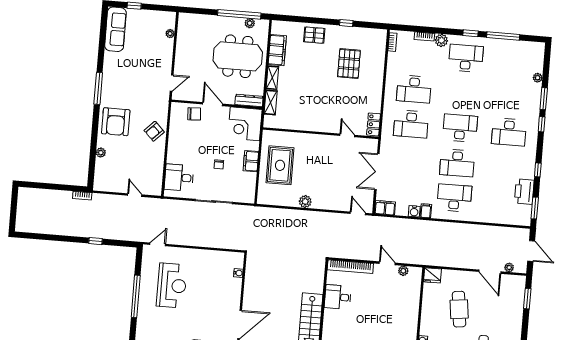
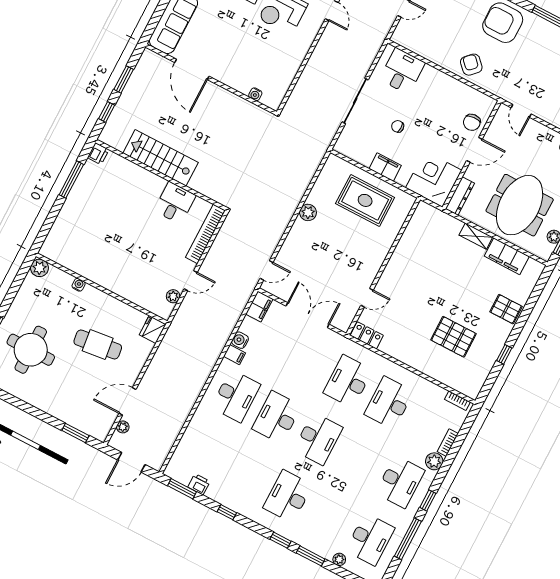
pallet: (314, 35) -> (506, 309), turned 90
desk: (515, 62) -> (370, 539), added
shelving: (271, 102) -> (446, 221), removed
printer: (524, 192) -> (199, 484), width x0.53, depth x0.68

